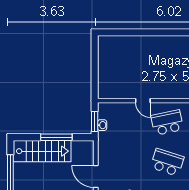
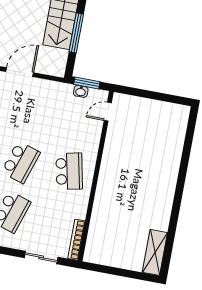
door: (143, 101) -> (108, 112), moved

